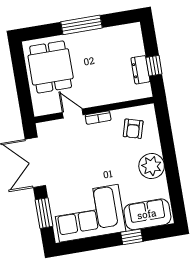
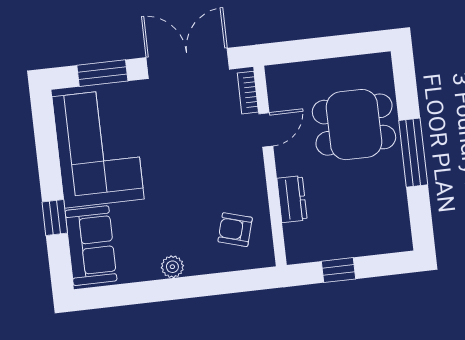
dining table: (51, 67) -> (354, 125), moved
dresser: (140, 70) -> (292, 199), moved, turned 90
bookcase: (98, 118) -> (248, 93), moved
plant: (152, 166) -> (172, 267), width x0.53, depth x0.53

